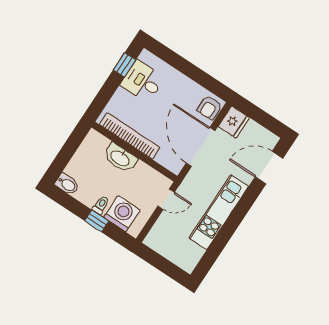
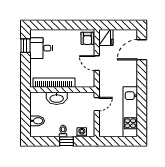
door: (201, 147) -> (97, 63), width x0.53
bidet: (67, 184) -> (37, 121), moved
kitchen unit: (219, 212) -> (130, 112), moved
washing machine: (122, 214) -> (82, 132), width x0.53, depth x0.53

